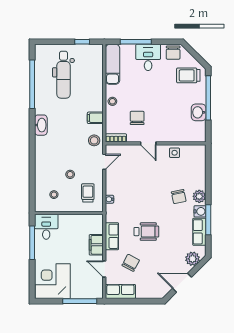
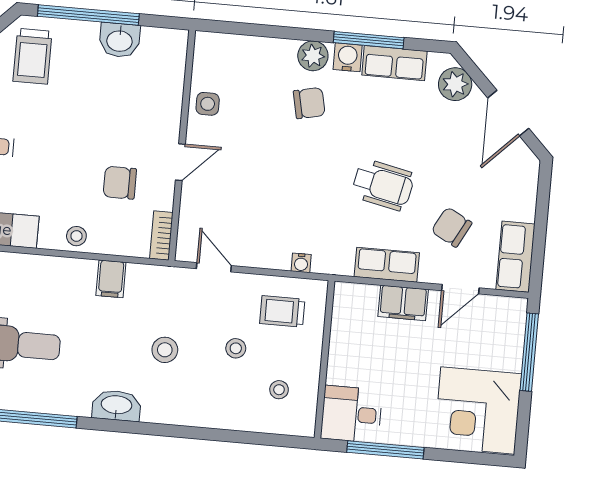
stool: (94, 140) -> (165, 350), moved
wheelchair: (146, 232) -> (383, 185), turned 102

